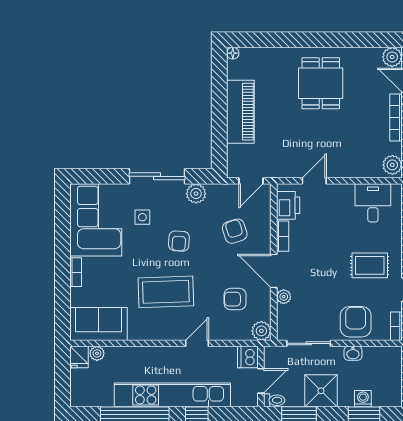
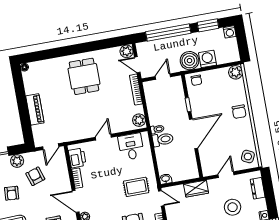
piano: (240, 112) -> (35, 109), width x0.73, depth x0.75
door: (314, 181) -> (103, 137), moved
armchair: (235, 231) -> (35, 176), moved

